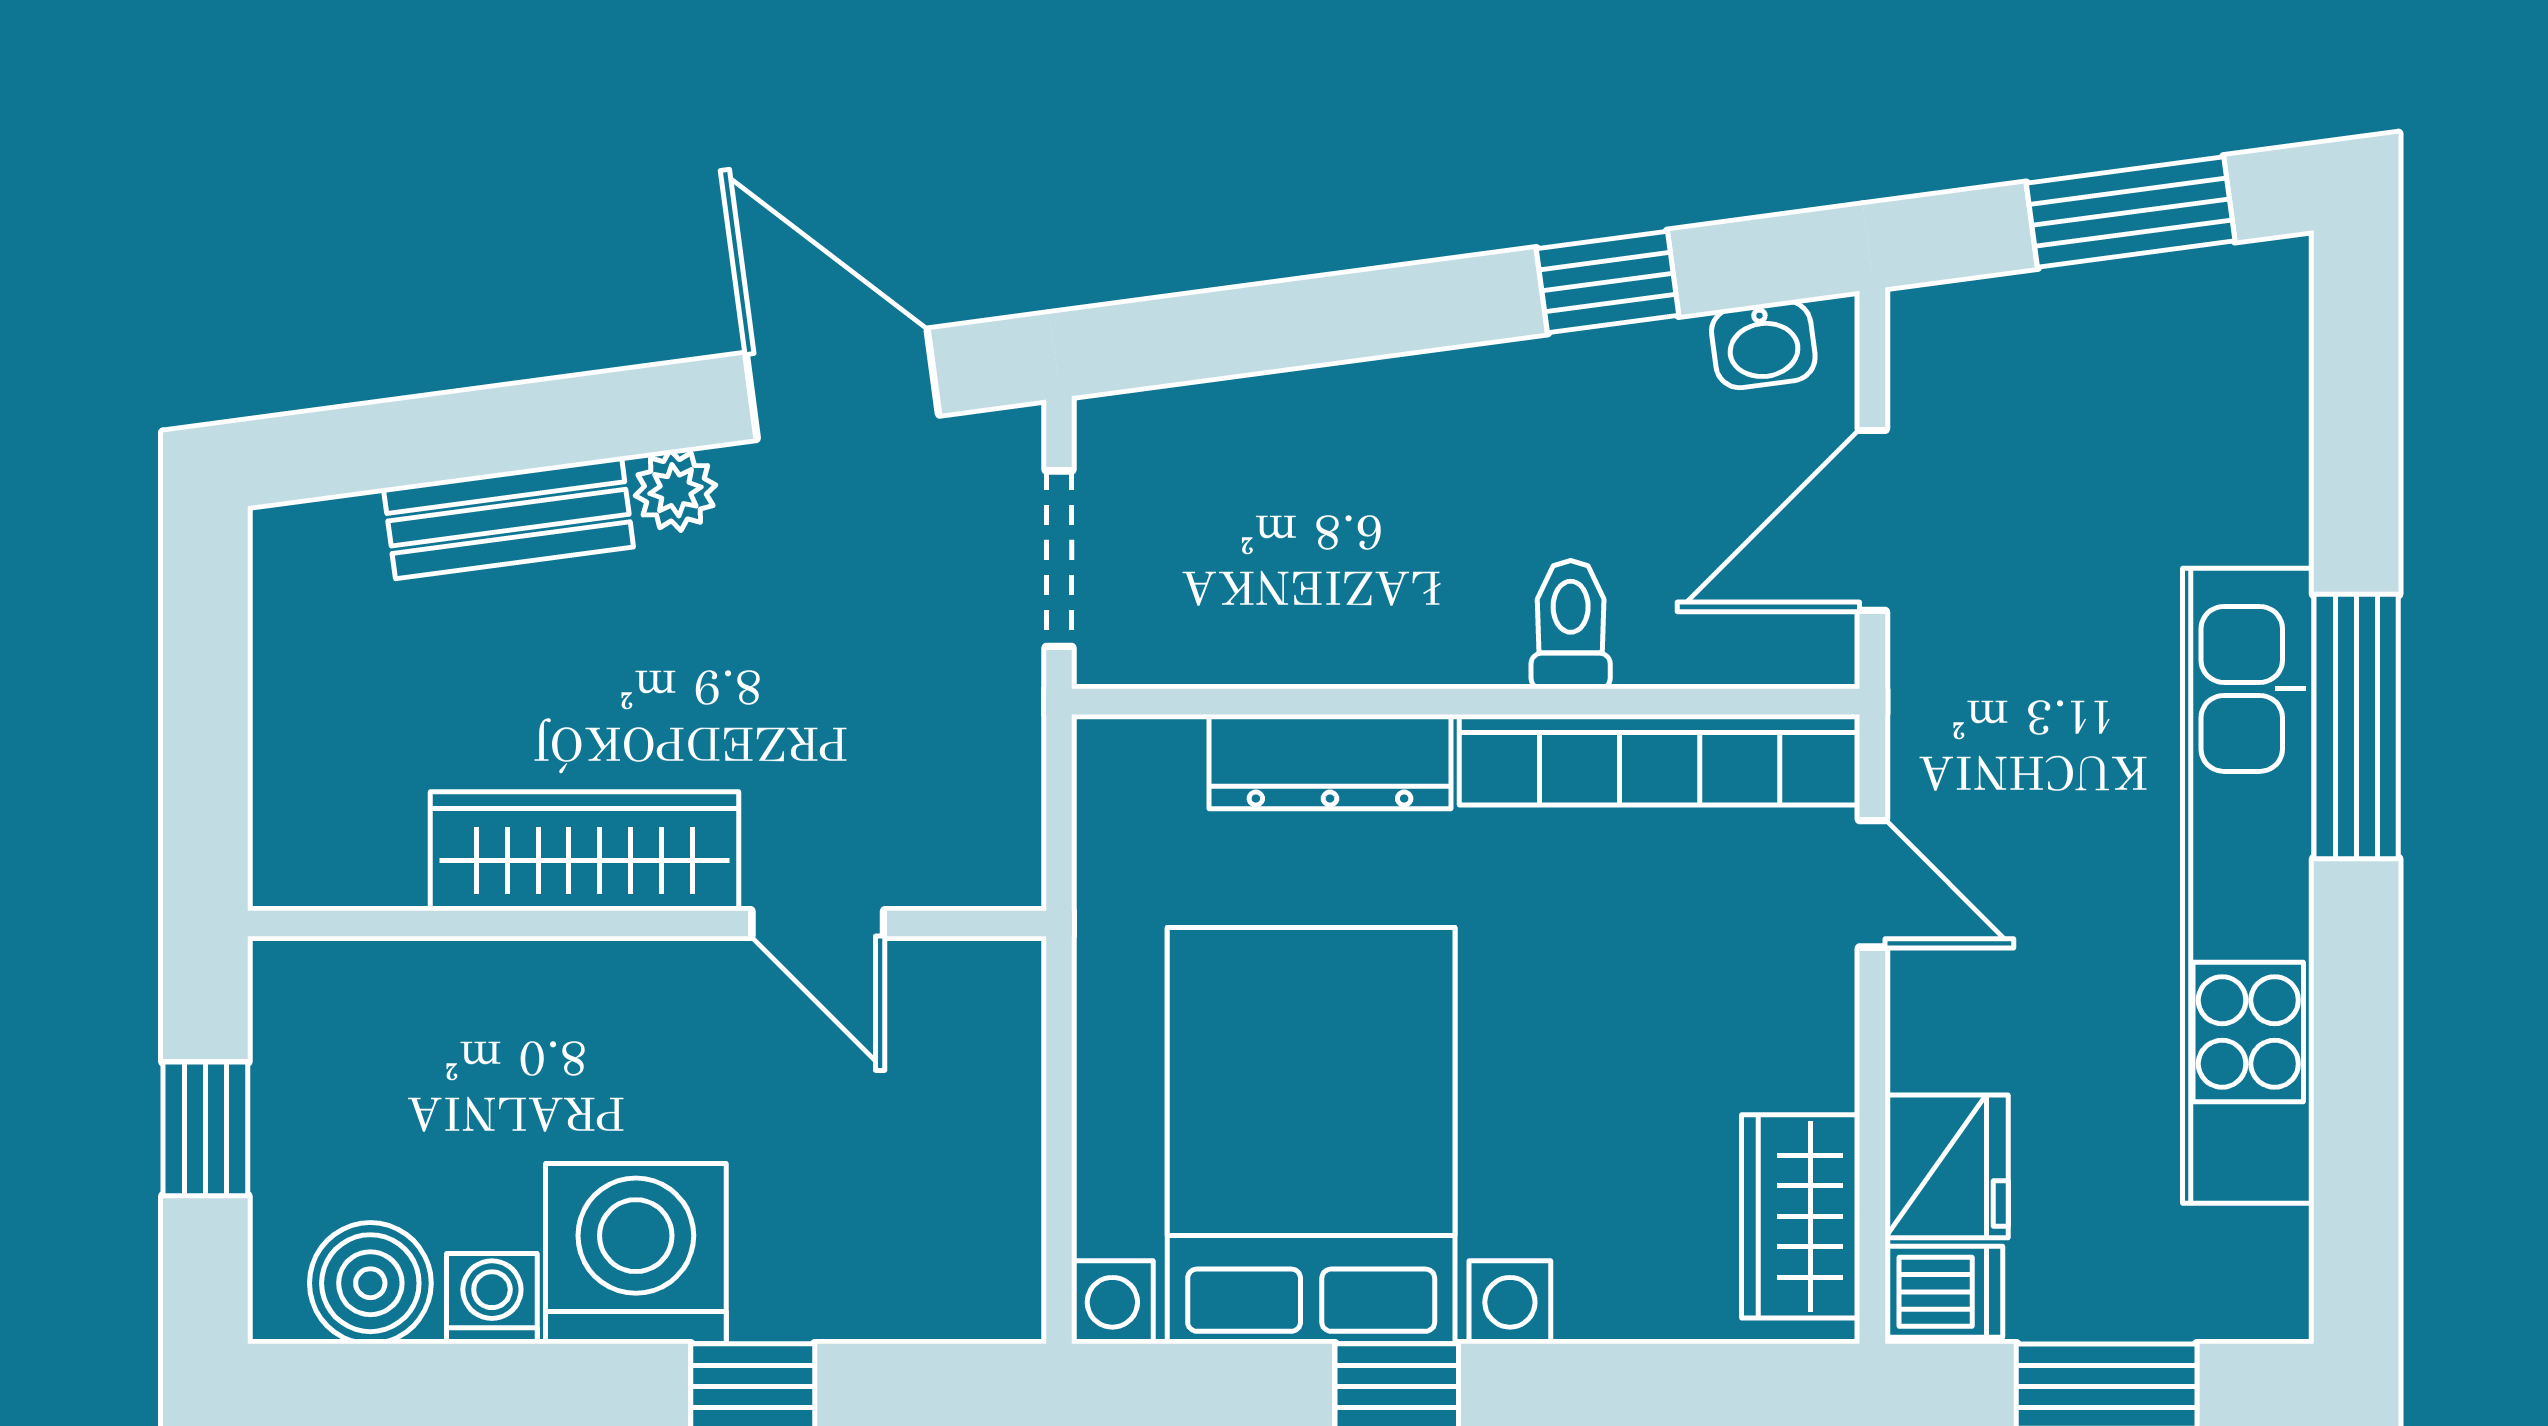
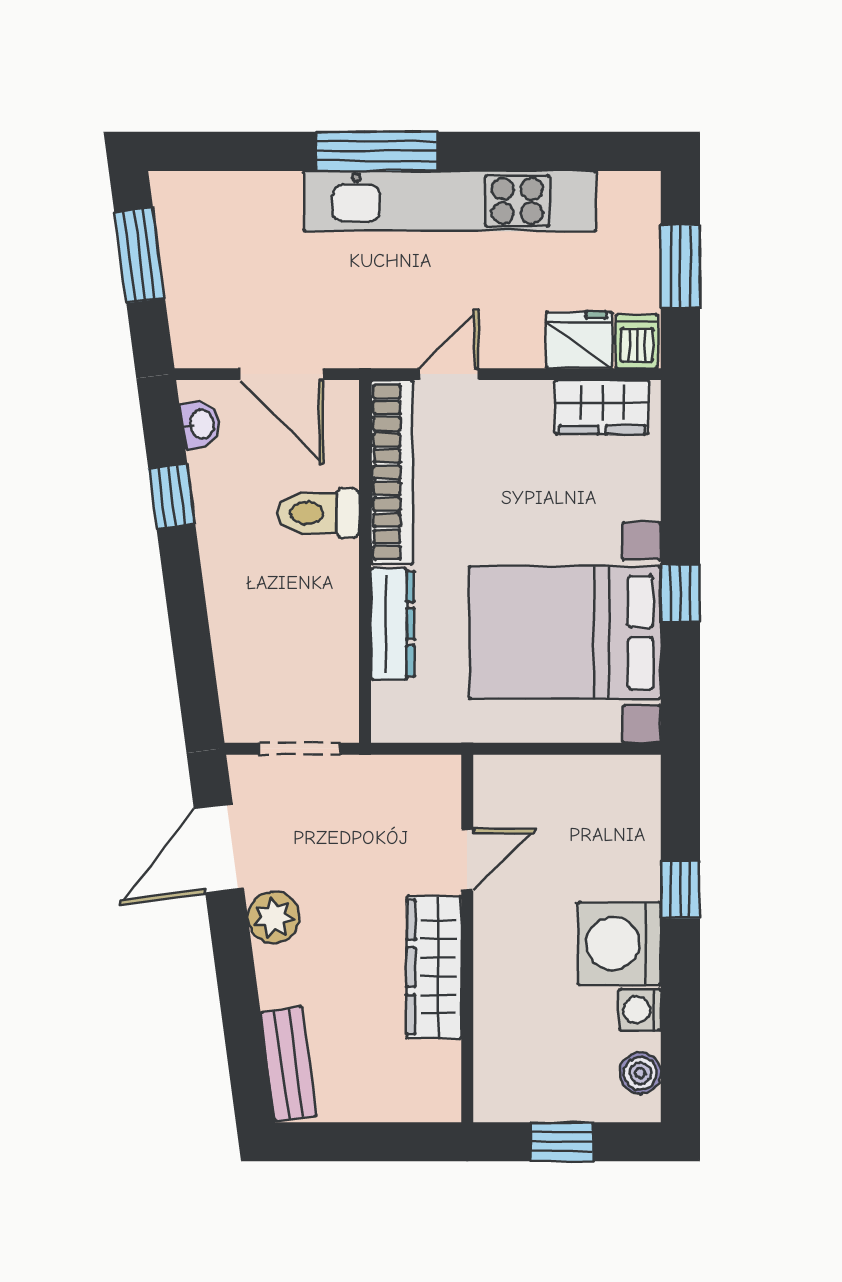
plant: (675, 490) -> (274, 917), width x1.38, depth x1.38
bench: (508, 518) -> (289, 1064), moved
toilet: (1571, 625) -> (318, 513), width x1.37, depth x1.39
boiler: (370, 1283) -> (640, 1073), width x0.73, depth x0.73

